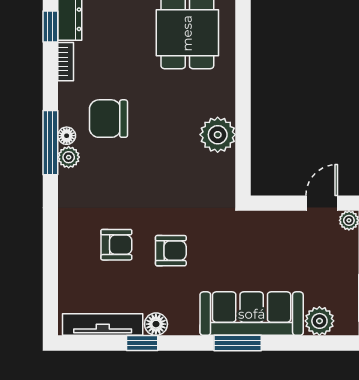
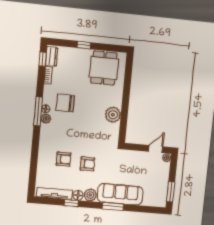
plant: (319, 321) -> (90, 195), moved

